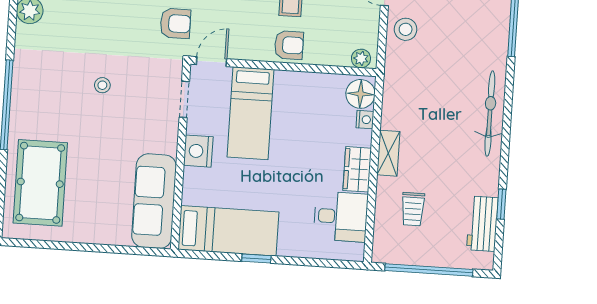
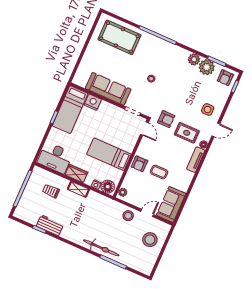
armchair: (175, 23) -> (166, 119), turned -90
bed: (250, 113) -> (109, 154), moved
bicycle: (490, 114) -> (101, 248), moved
nightstand: (198, 151) -> (93, 102), moved
sofa: (154, 201) -> (108, 89), moved
desk: (341, 217) -> (55, 158), width x1.37
workbench: (482, 224) -> (50, 225), moved

